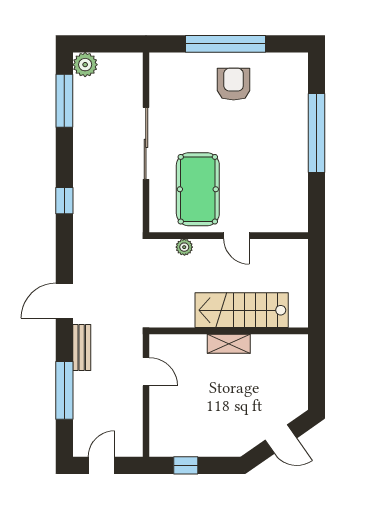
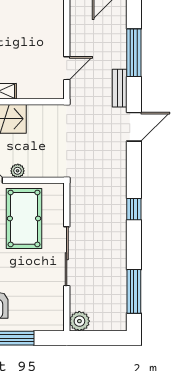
plant: (85, 65) -> (79, 321), moved
plant: (184, 247) -> (18, 171), moved
door: (146, 372) -> (67, 68), swing flipped

